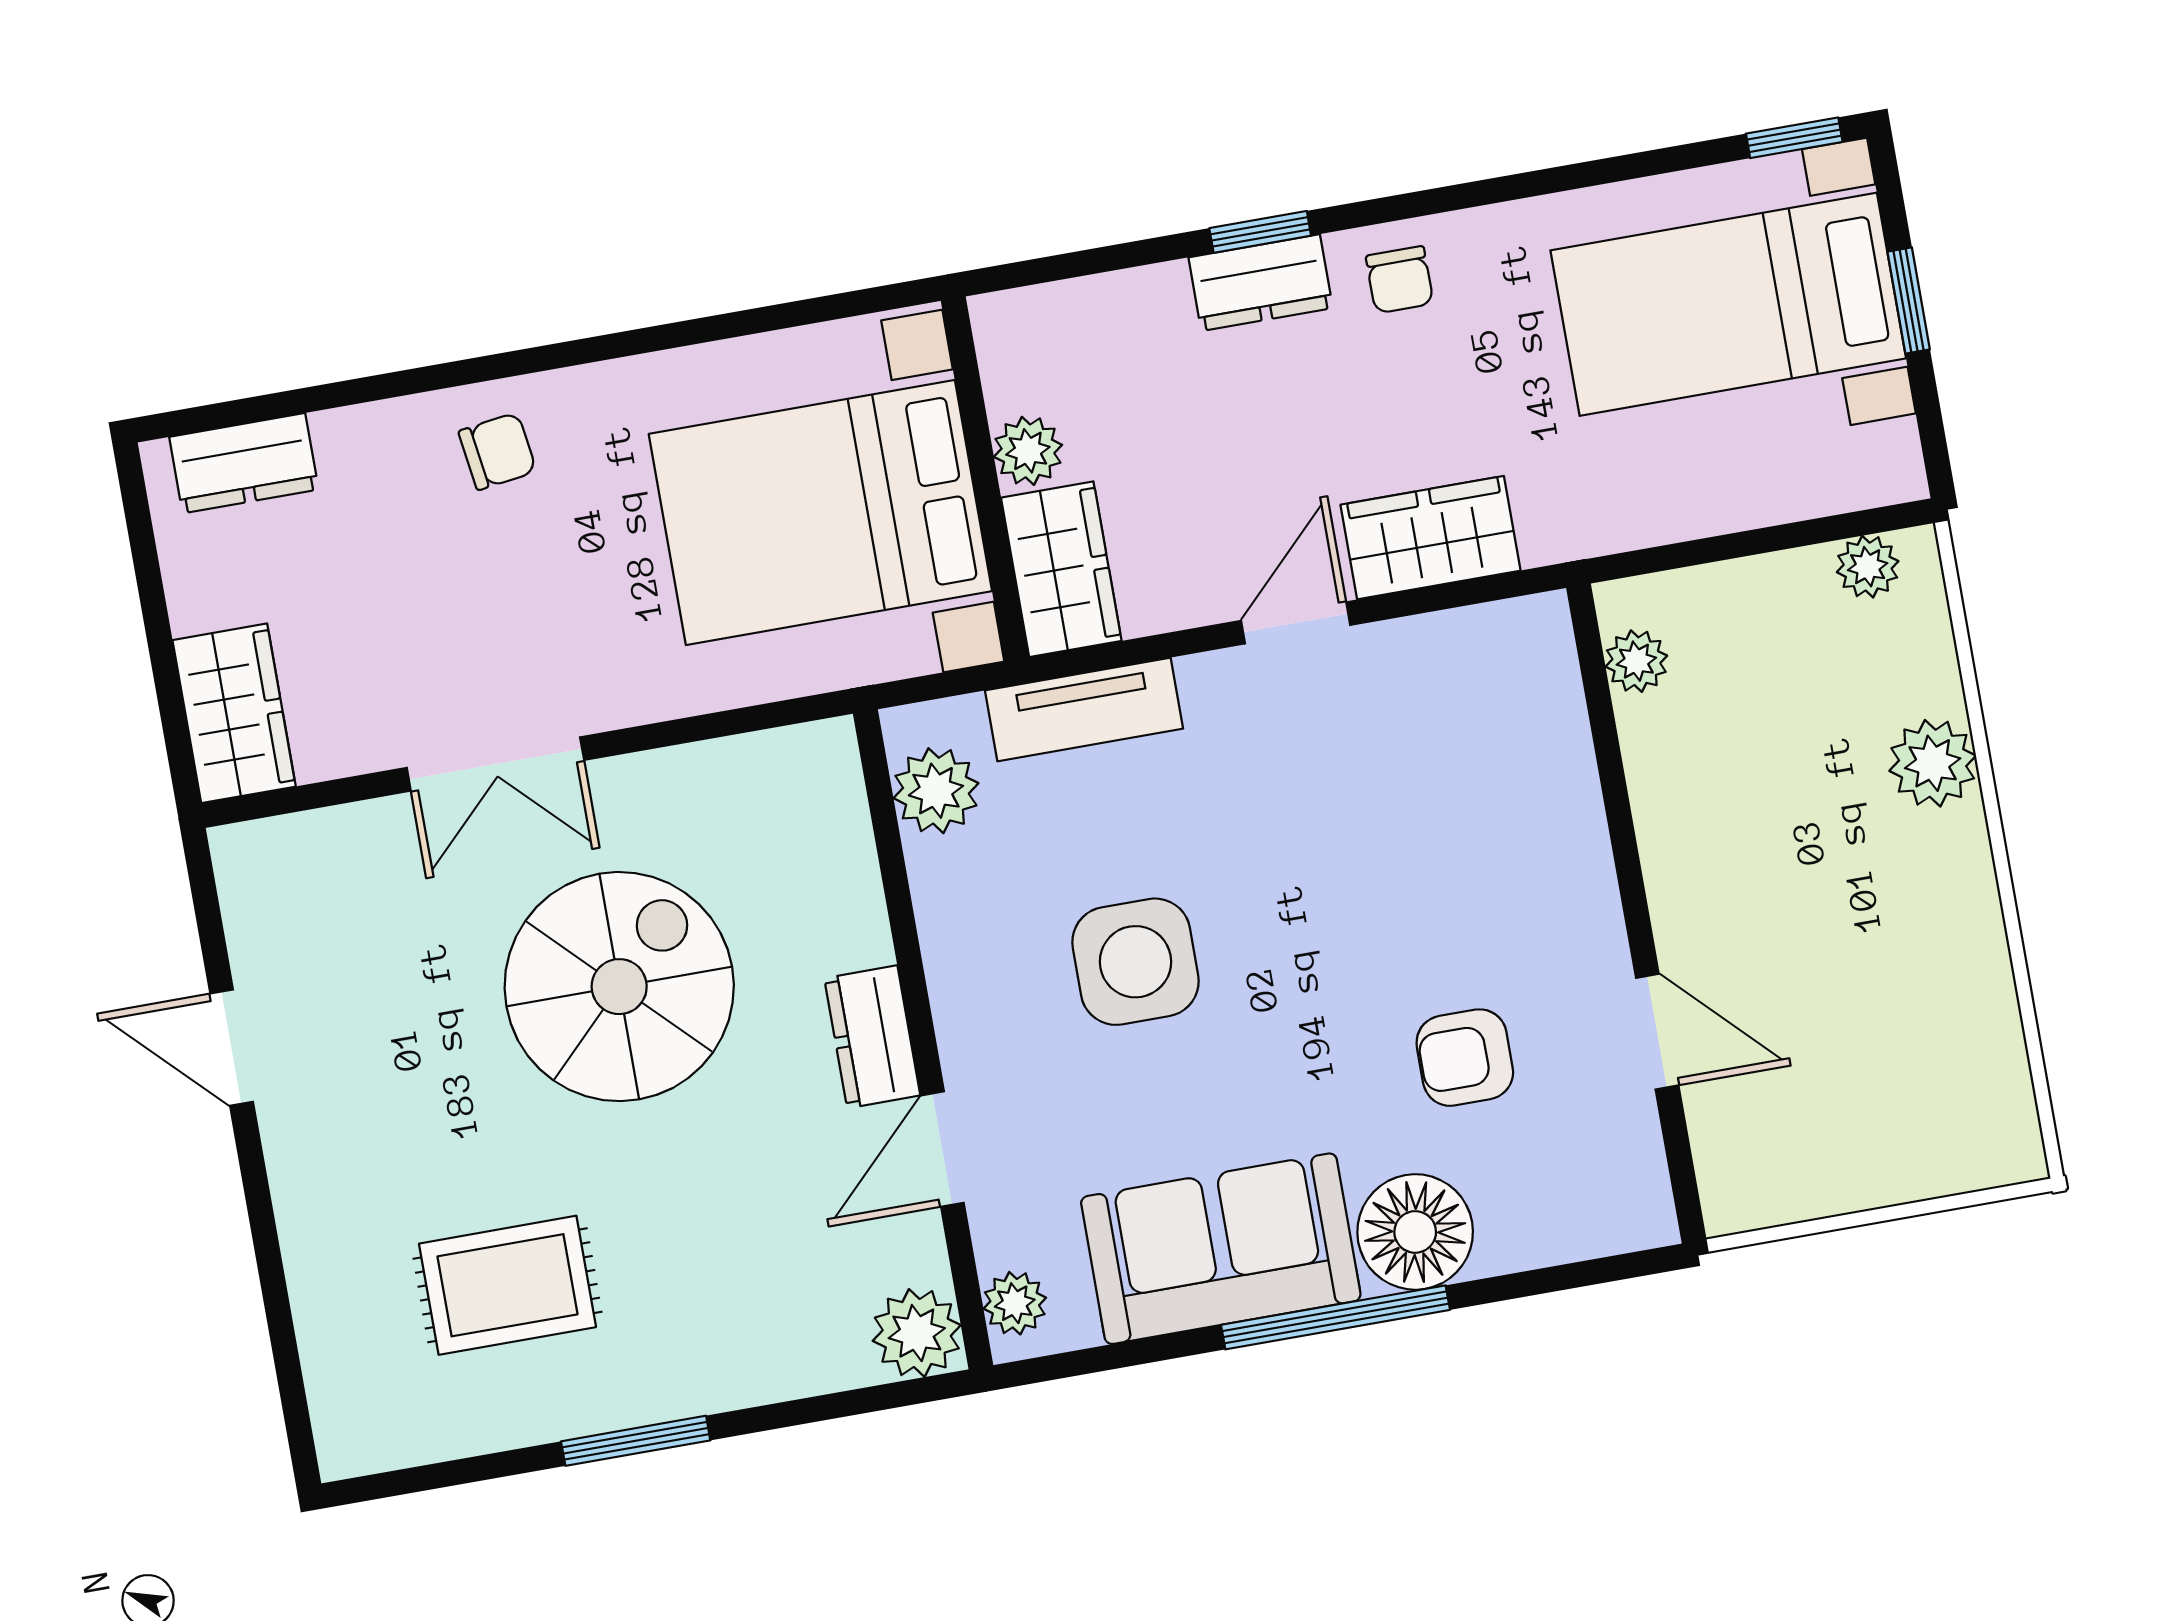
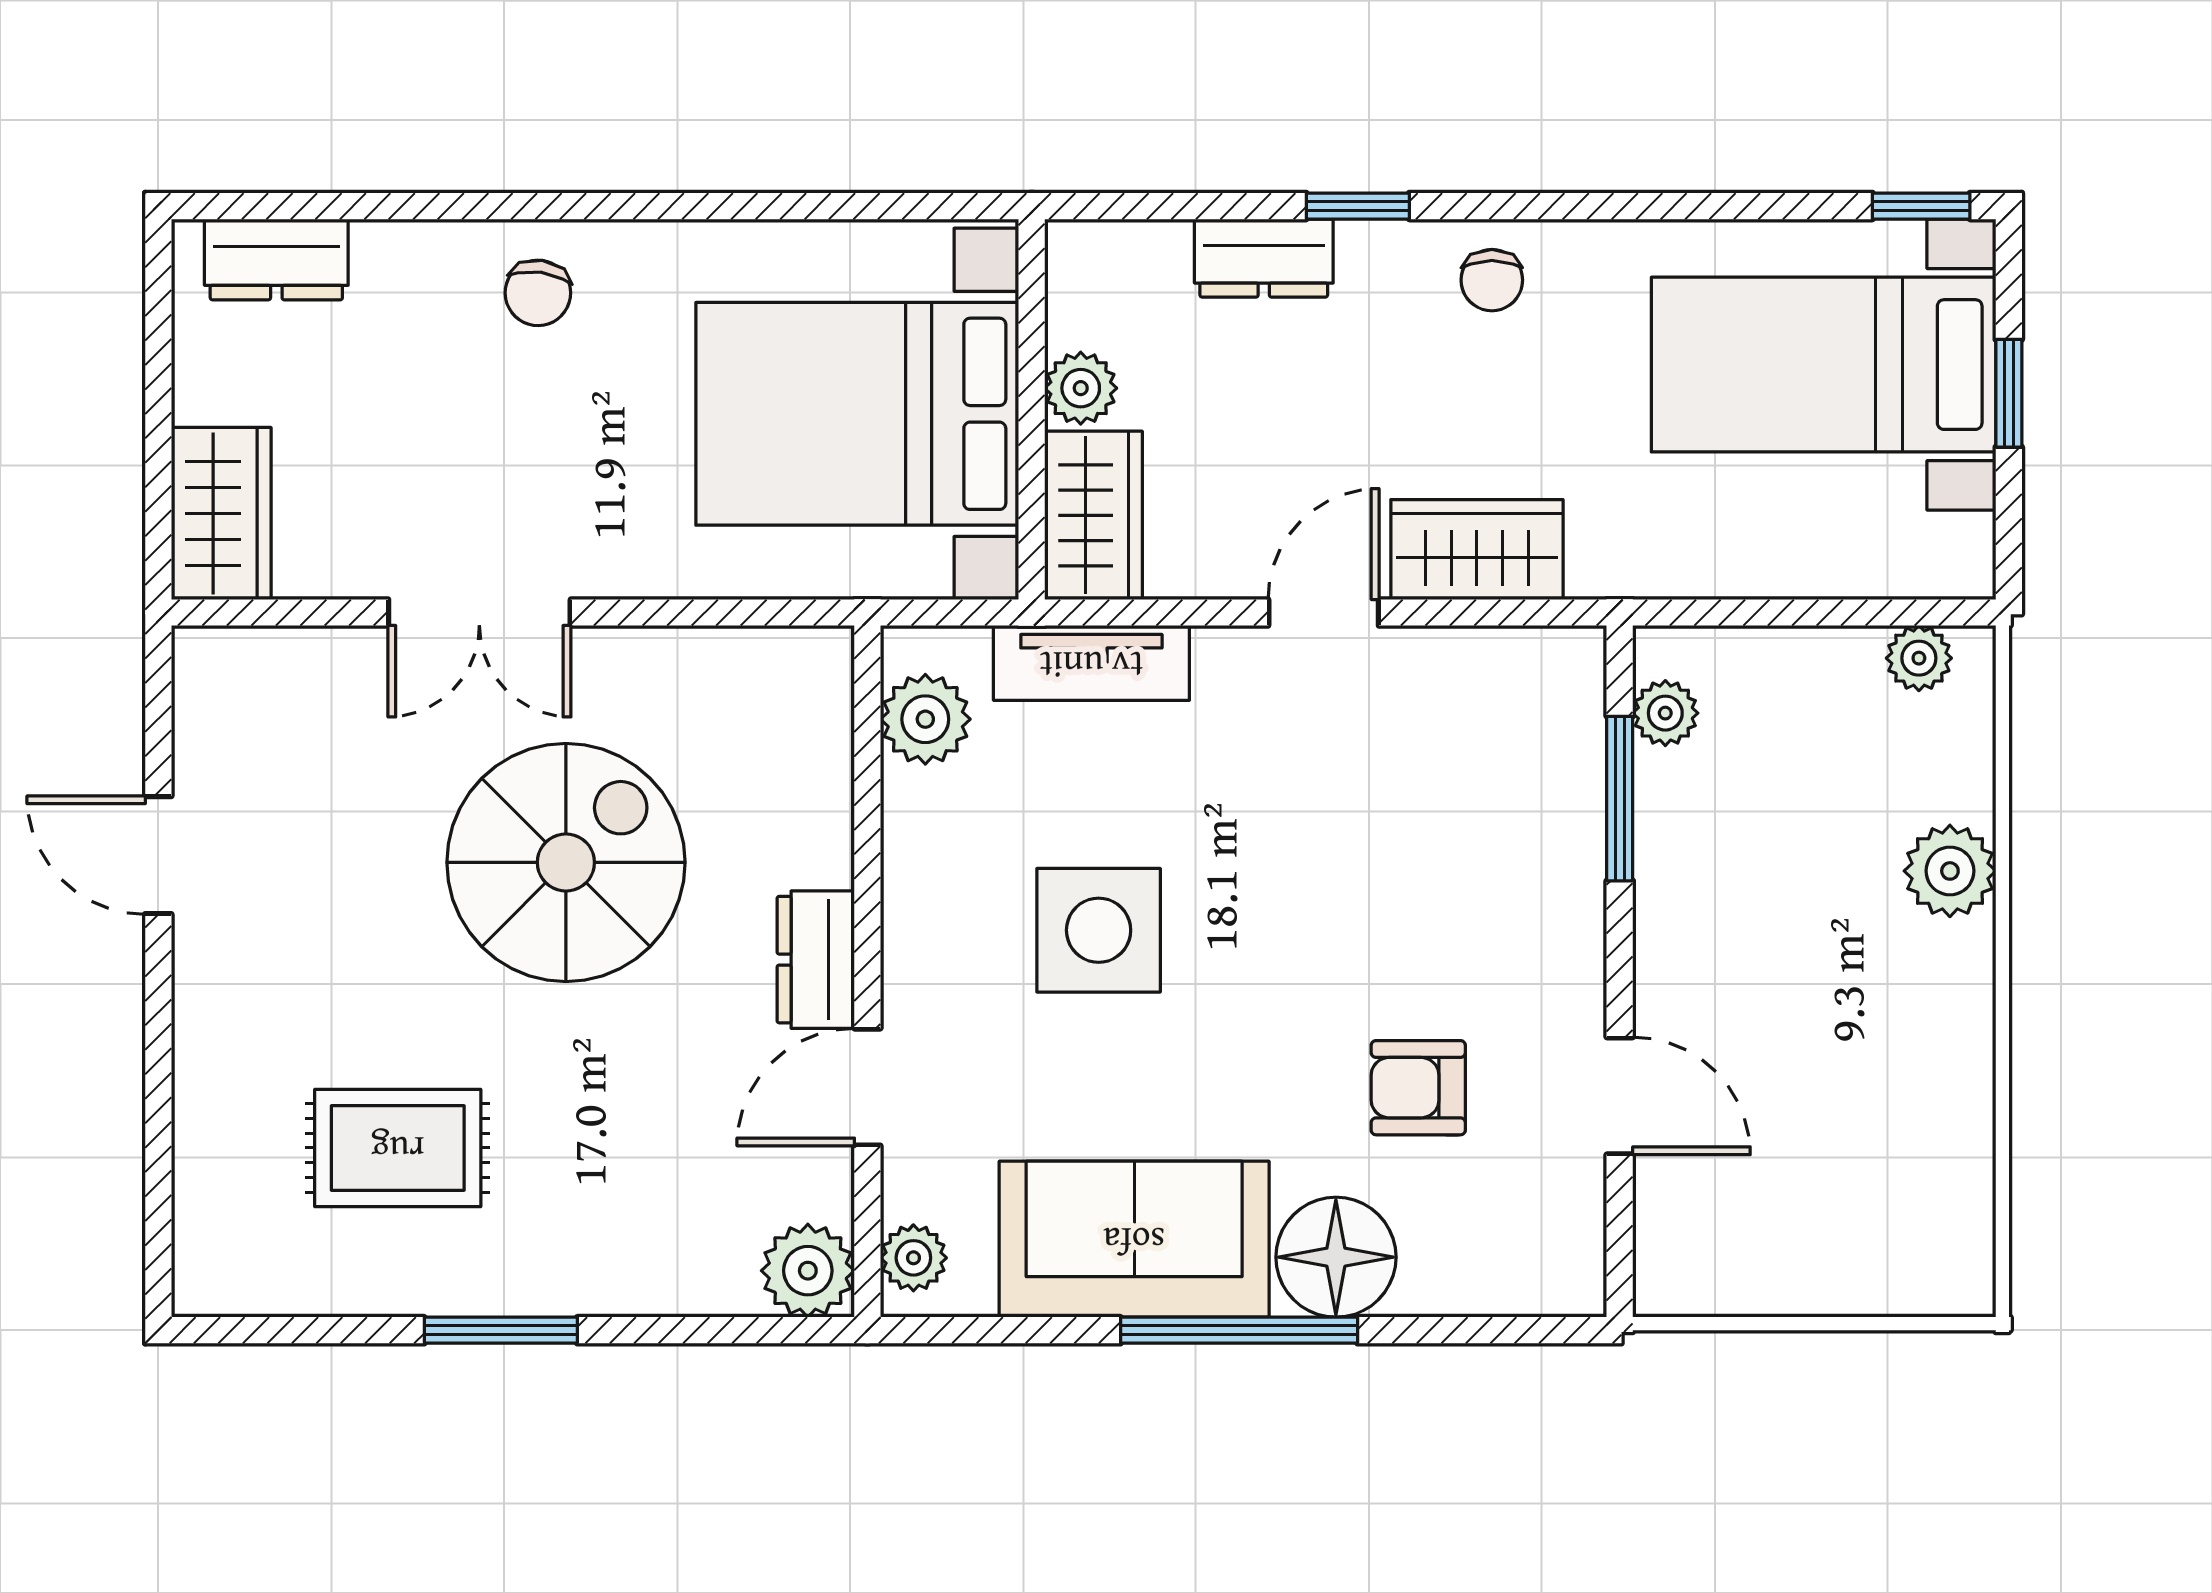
dresser: (1261, 283) -> (1264, 258), moved
chair: (497, 451) -> (538, 293), turned 106
window: (1607, 750) -> (1620, 799), added

